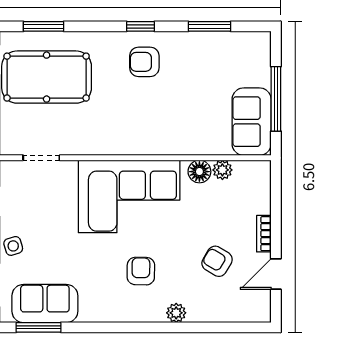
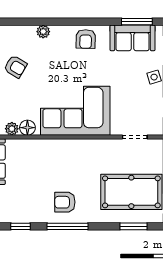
window: (141, 26) -> (67, 226), width x2.17
window: (210, 26) -> (21, 226), width x0.67
armchair: (144, 62) -> (65, 202), turned 180
armchair: (141, 271) -> (86, 39), moved

